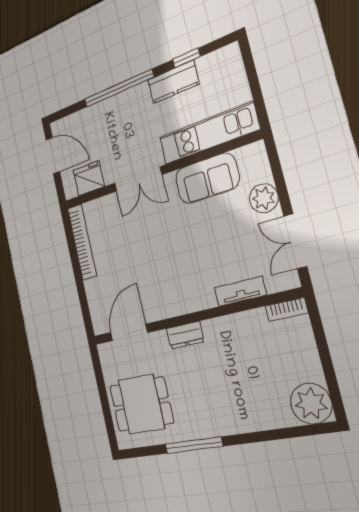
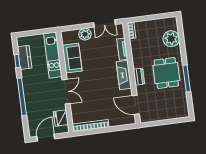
kitchen counter: (173, 82) -> (25, 57), moved
fireplace: (185, 301) -> (124, 75), added
plant: (311, 403) -> (171, 39), moved
dining table: (141, 404) -> (166, 73), moved

